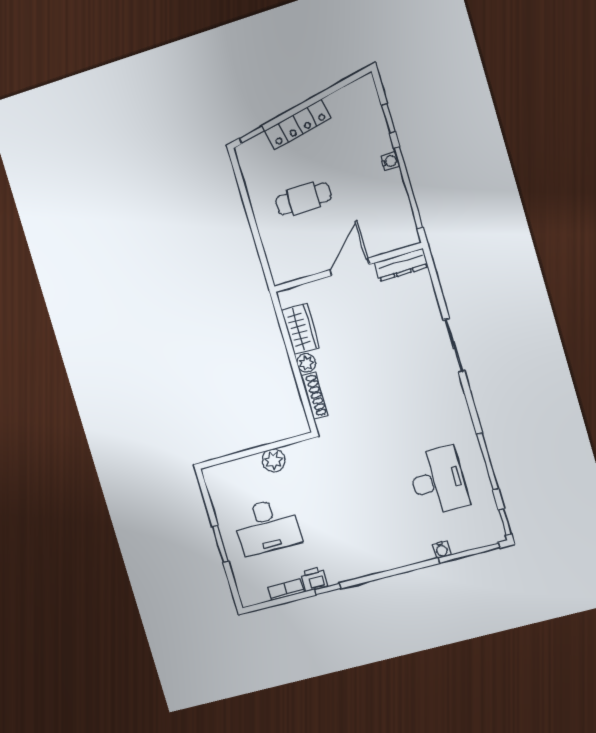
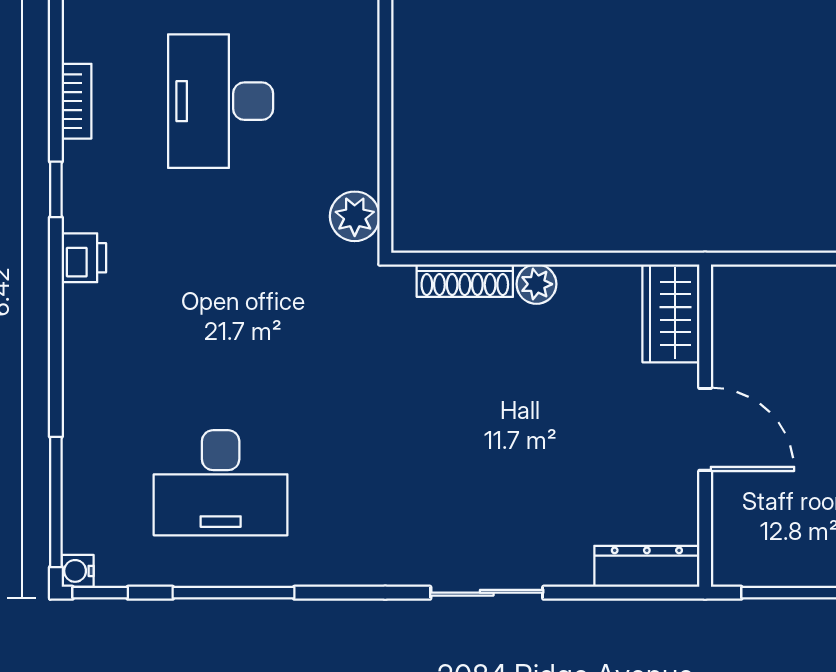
dresser: (401, 265) -> (647, 566), moved, turned 90
wardrobe: (301, 329) -> (671, 313), moved, turned 90
plant: (274, 460) -> (355, 216), moved
water cooler: (441, 549) -> (78, 571), moved
printer: (314, 579) -> (84, 258), moved

